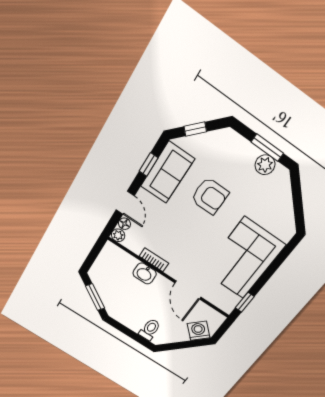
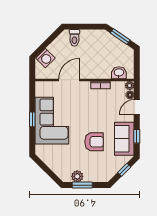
armchair: (210, 196) -> (94, 142), turned 180
door: (125, 203) -> (137, 107), hinge flipped
washbasin: (145, 273) -> (119, 73), moved
door: (188, 290) -> (69, 80), hinge flipped
window: (245, 302) -> (32, 119), moved

